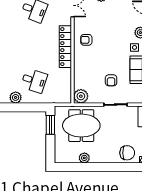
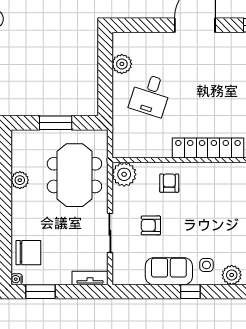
armchair: (86, 40) -> (169, 183), moved
window: (50, 125) -> (56, 123), moved
chair: (127, 153) -> (28, 253), turned -90

